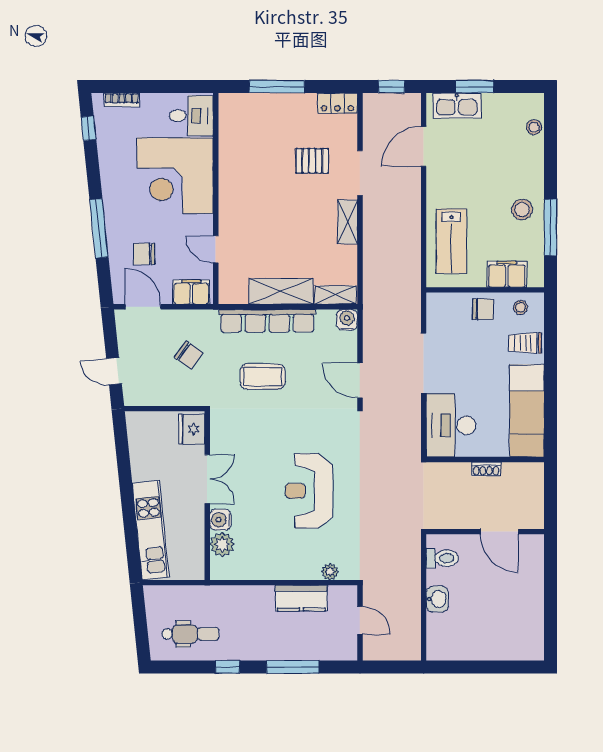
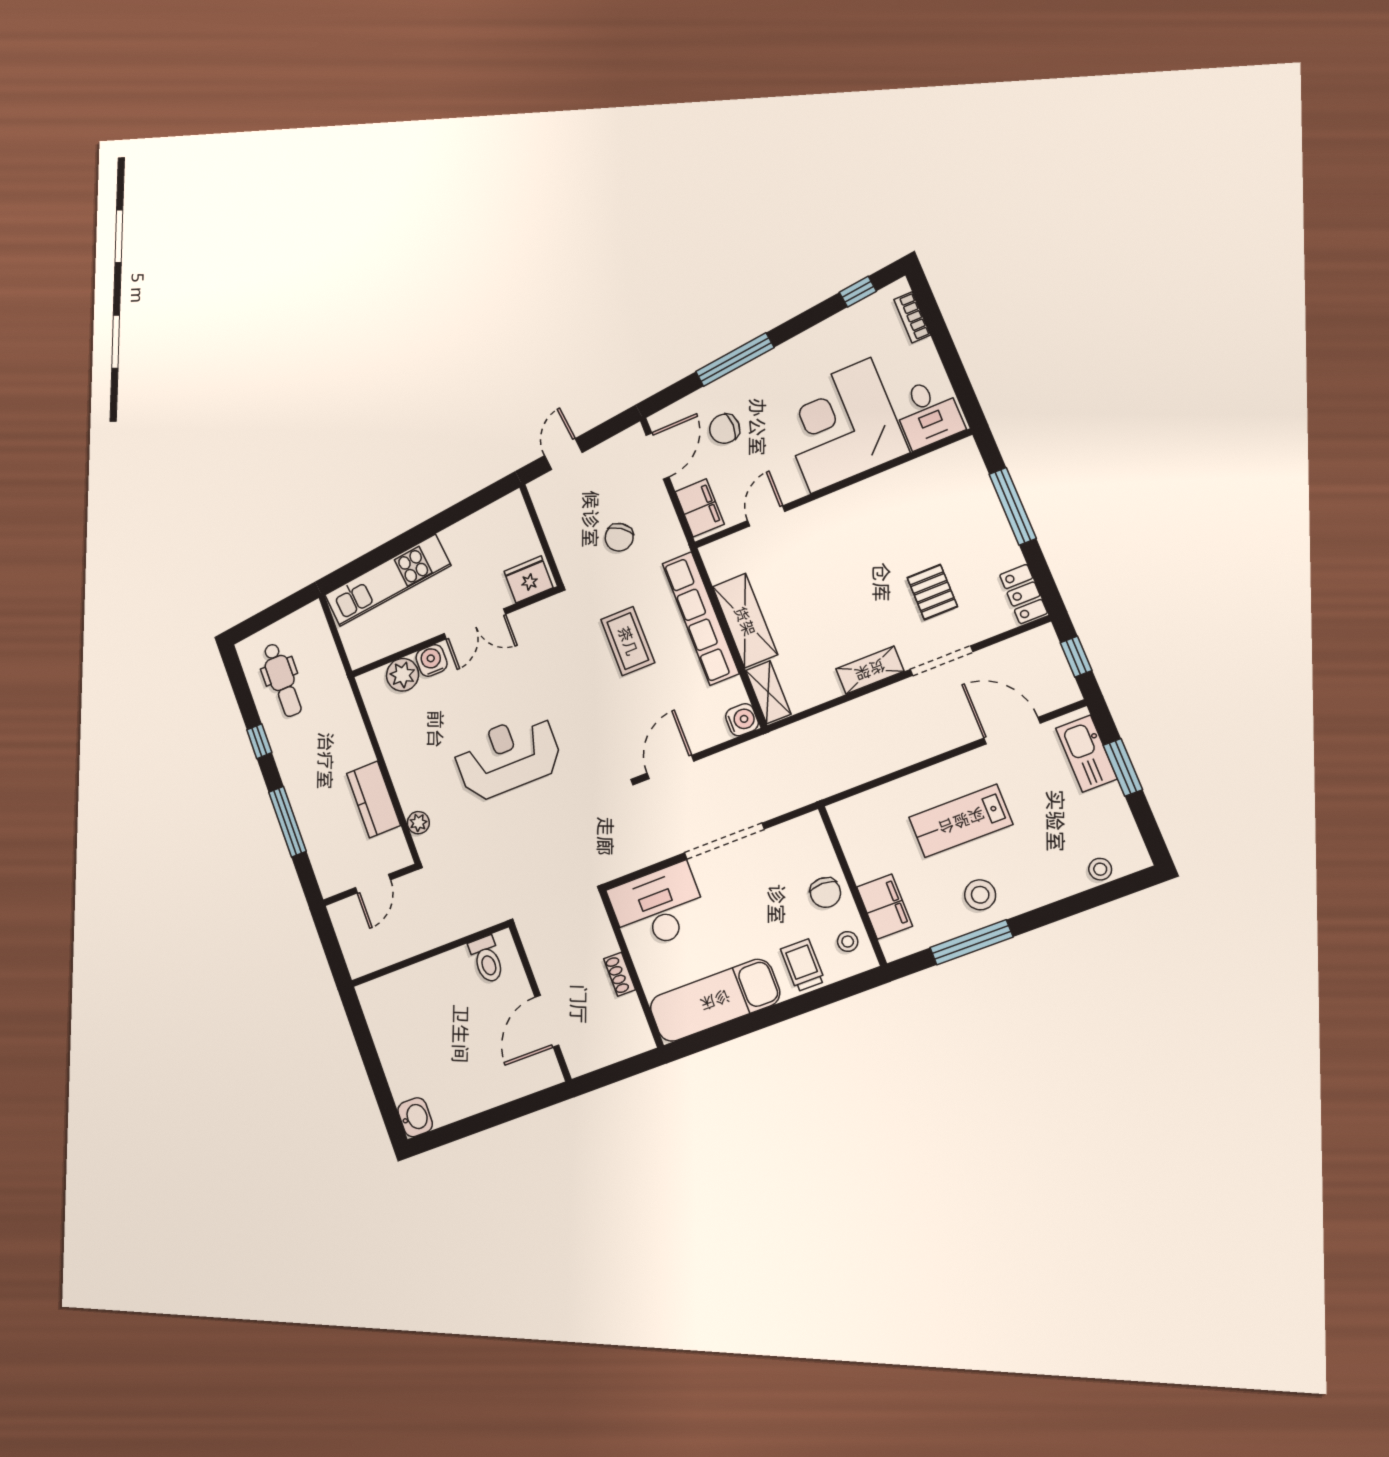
lab bench: (451, 241) -> (961, 821), moved
chair: (144, 254) -> (725, 429), turned -90
washbasin: (437, 599) -> (415, 1117), moved, turned -90

